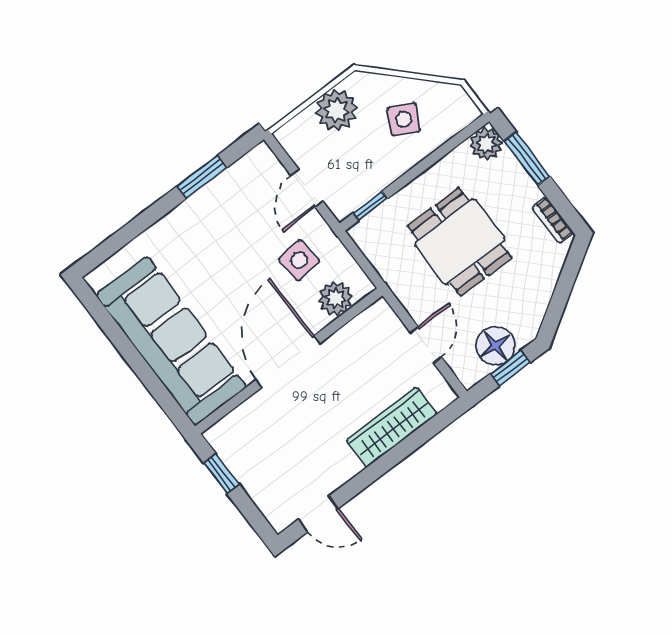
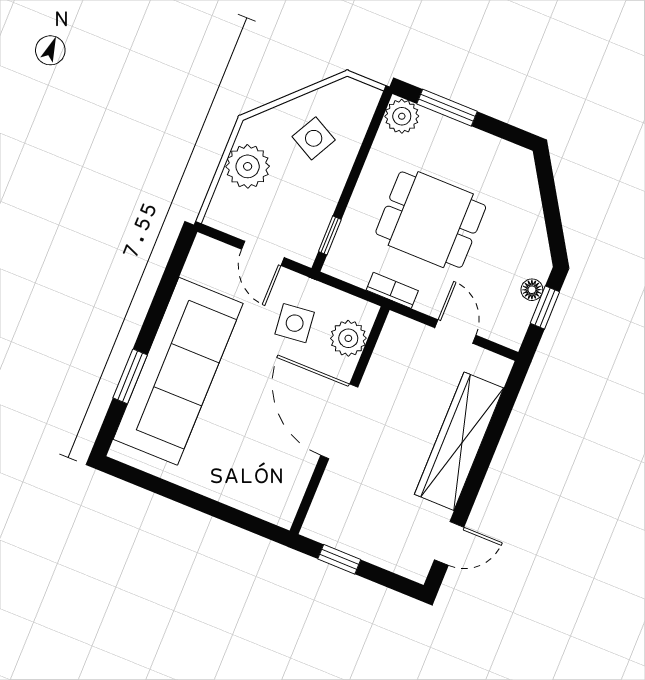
window: (202, 177) -> (130, 376), moved
bookcase: (553, 220) -> (392, 290), moved, turned 180
sofa: (171, 341) -> (178, 371), moved, turned 90
floor lamp: (495, 346) -> (532, 290), width x0.53, depth x0.53
wardrobe: (392, 427) -> (459, 441), width x1.40, depth x1.17

